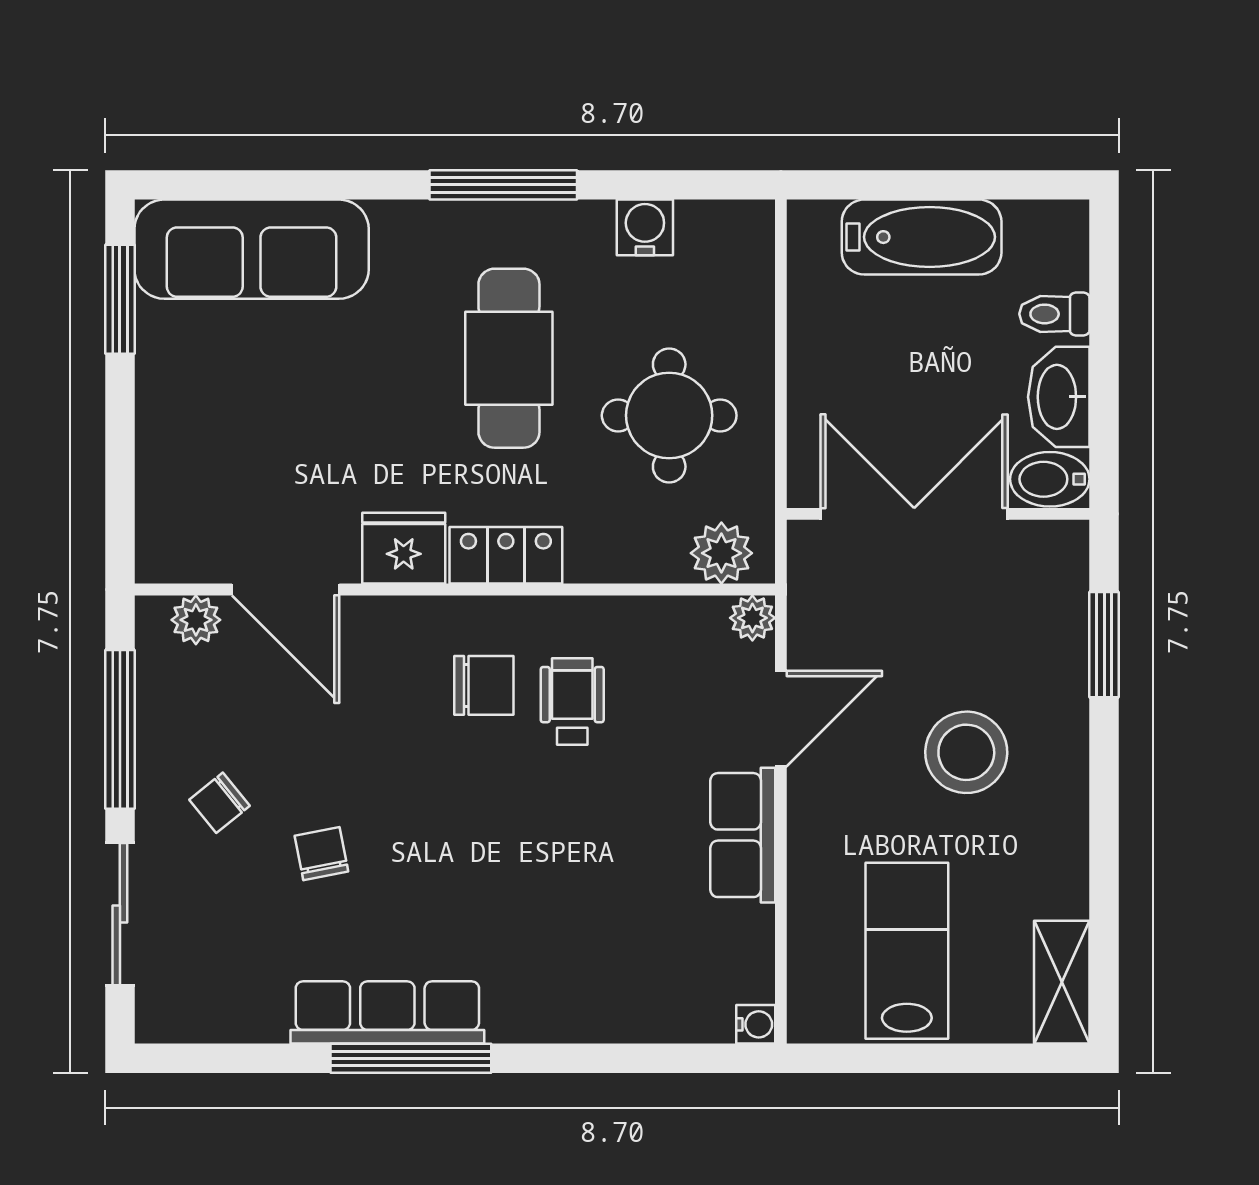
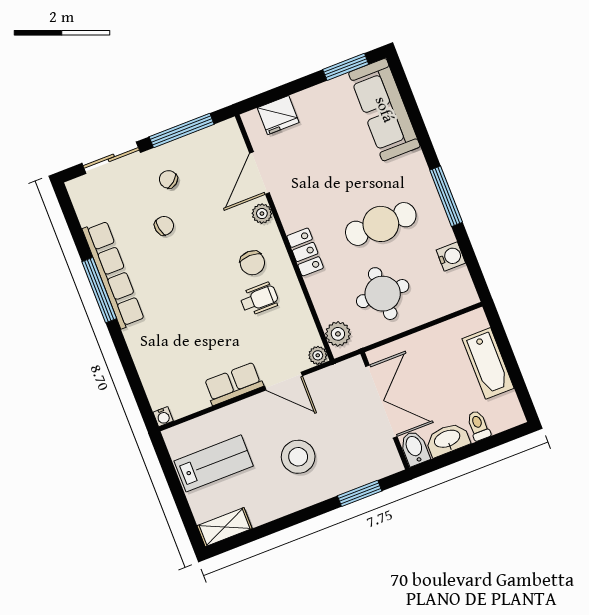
fridge: (404, 548) -> (278, 115), moved, turned 90
plant: (196, 620) -> (262, 214), moved
row of seats: (387, 1012) -> (113, 274), width x1.36

